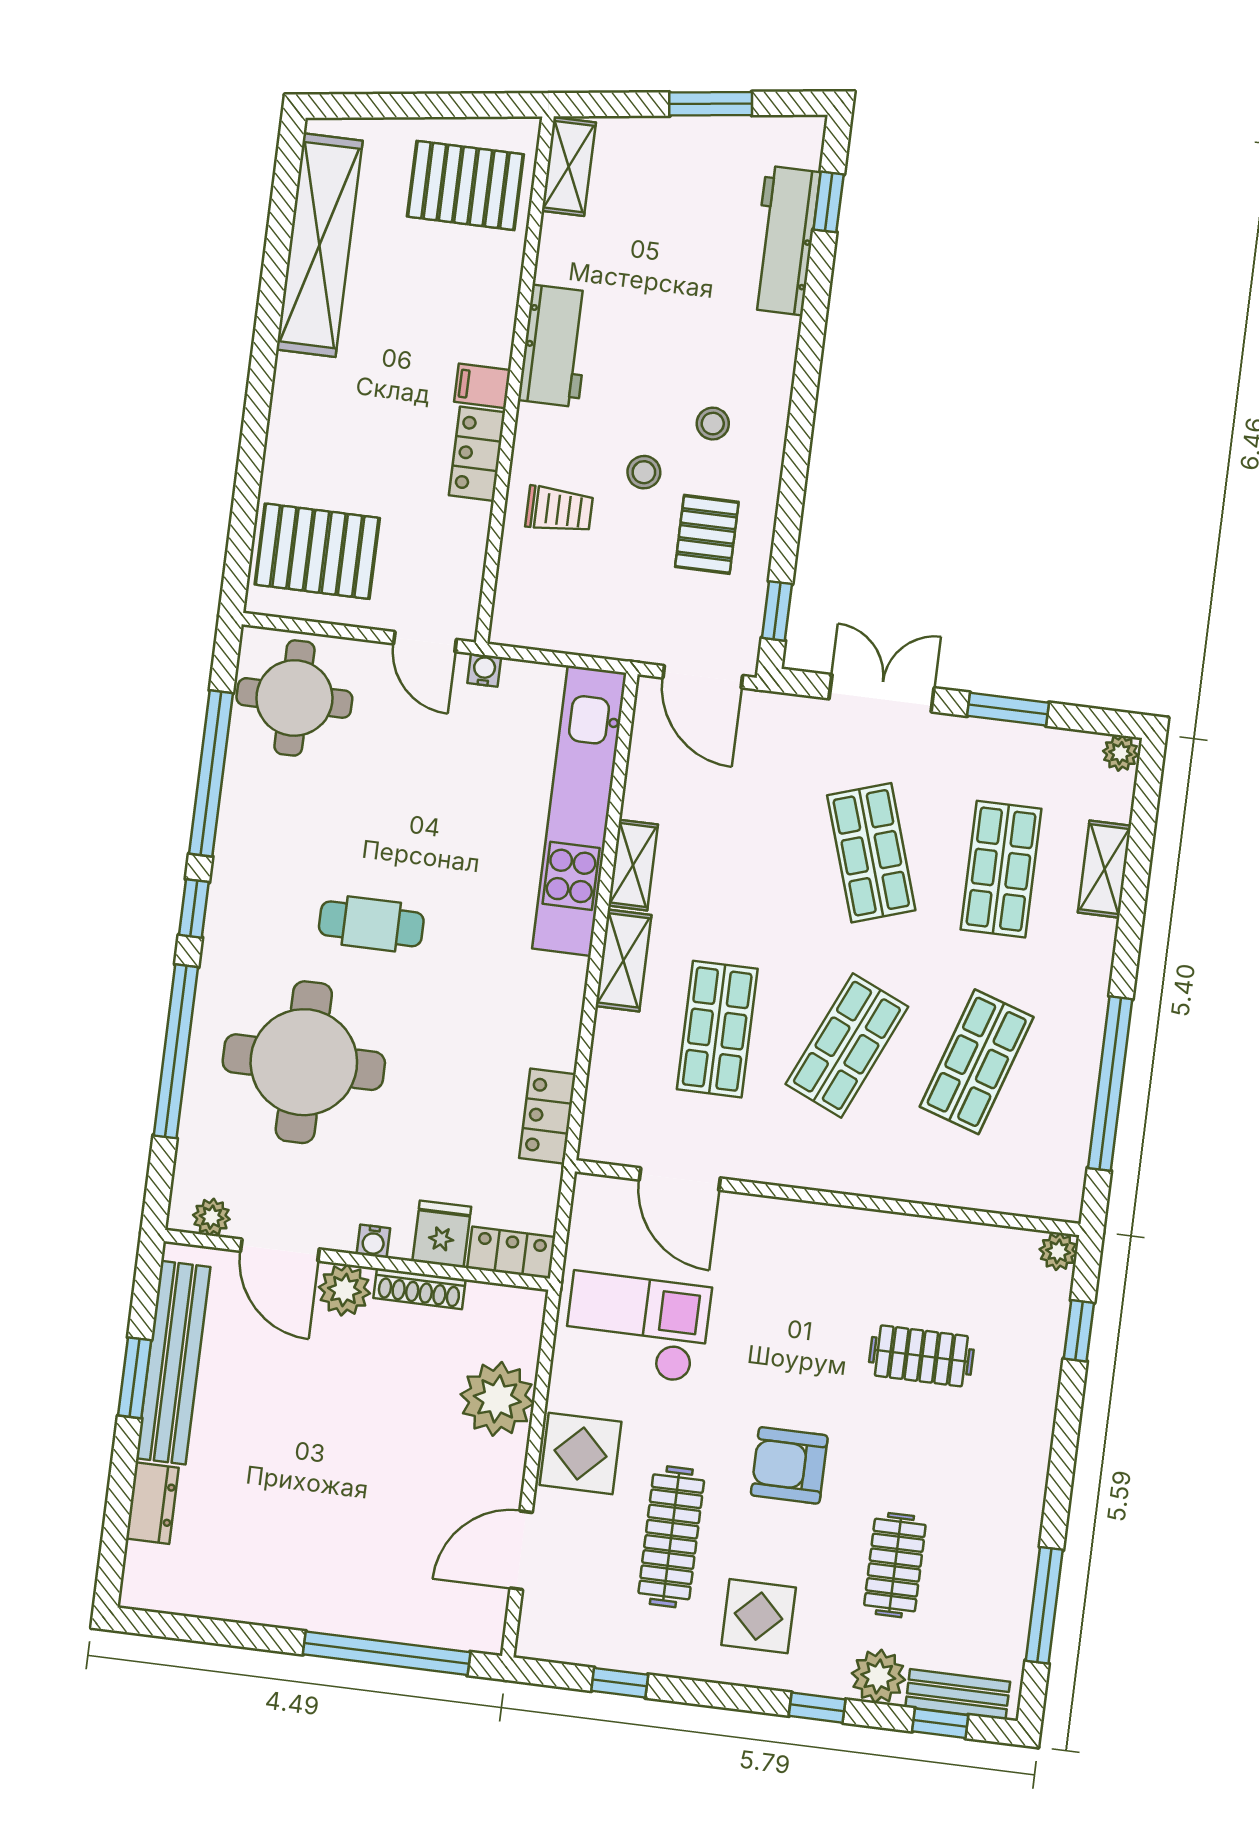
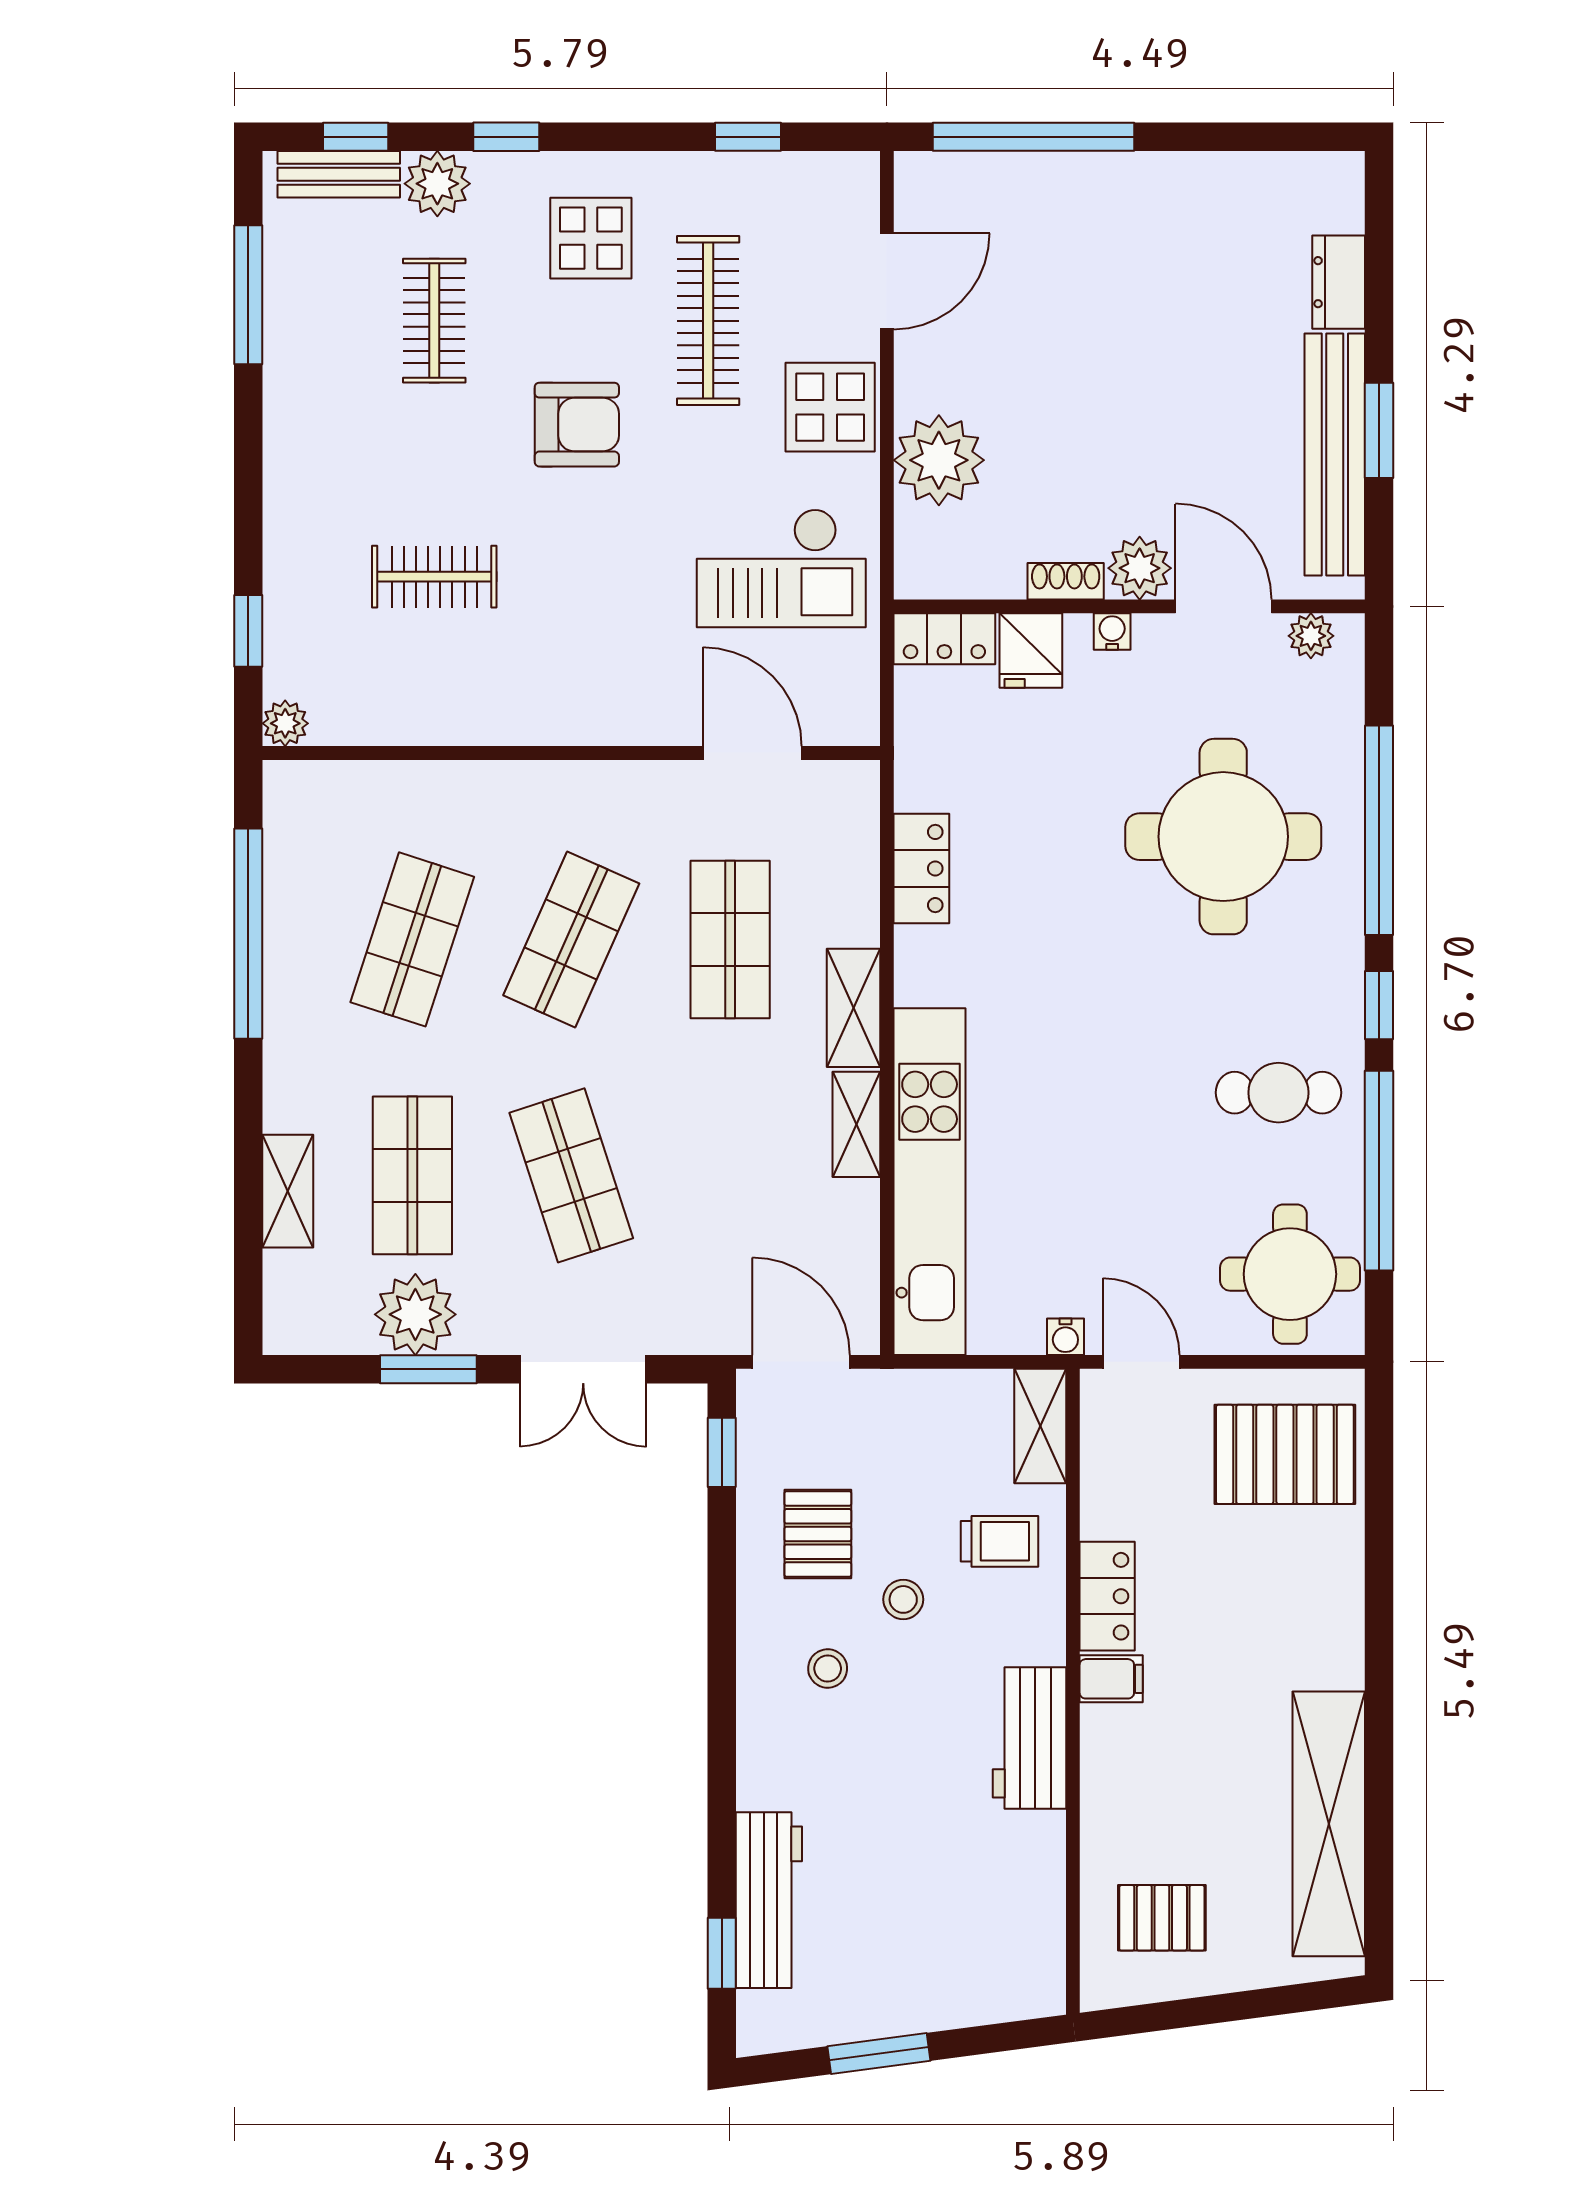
shelving: (569, 167) -> (1040, 1426), moved
pallet: (465, 185) -> (1162, 1918), width x0.67, depth x0.71
trolley: (559, 510) -> (999, 1541), turned 180
plant: (1120, 753) -> (415, 1314), moved, width x1.88, depth x1.88
cafe table: (371, 924) -> (1278, 1093), moved
locker: (547, 1116) -> (921, 869), moved
shoe rack: (419, 1289) -> (1066, 581), width x0.70

